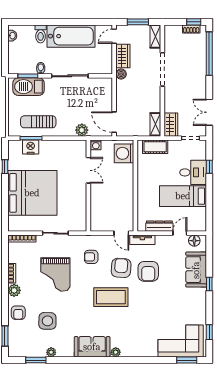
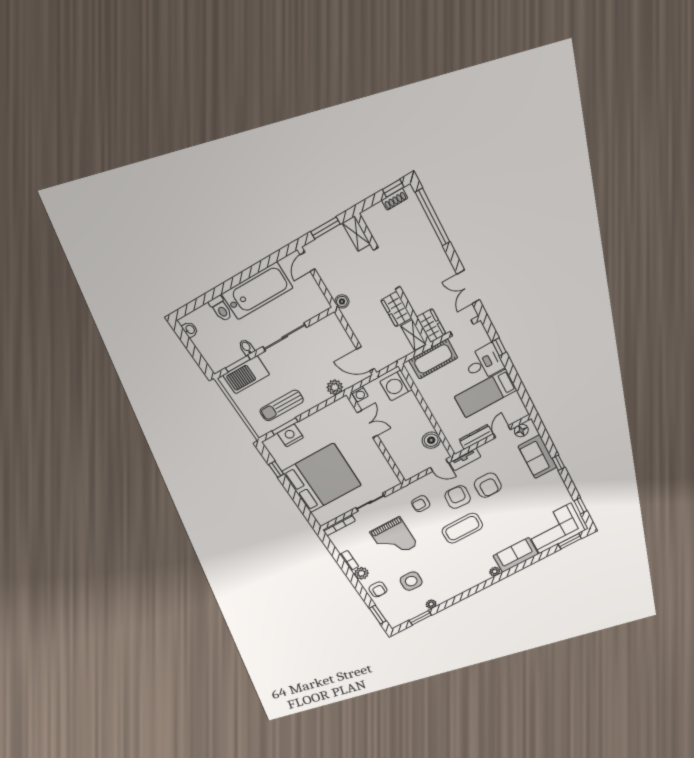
wardrobe: (123, 56) -> (396, 309), moved, turned 180
cot: (155, 147) -> (433, 359), width x1.37, depth x1.34
boiler: (126, 210) -> (431, 440), added
sofa: (92, 347) -> (516, 555), moved

